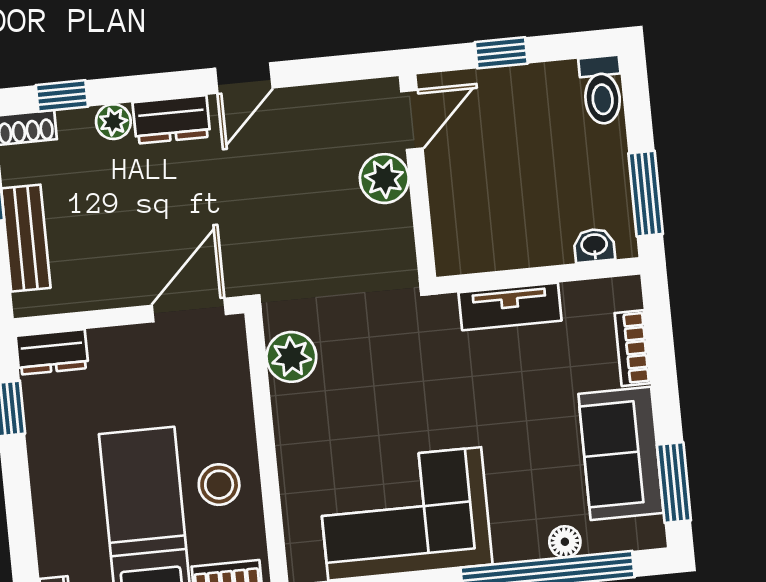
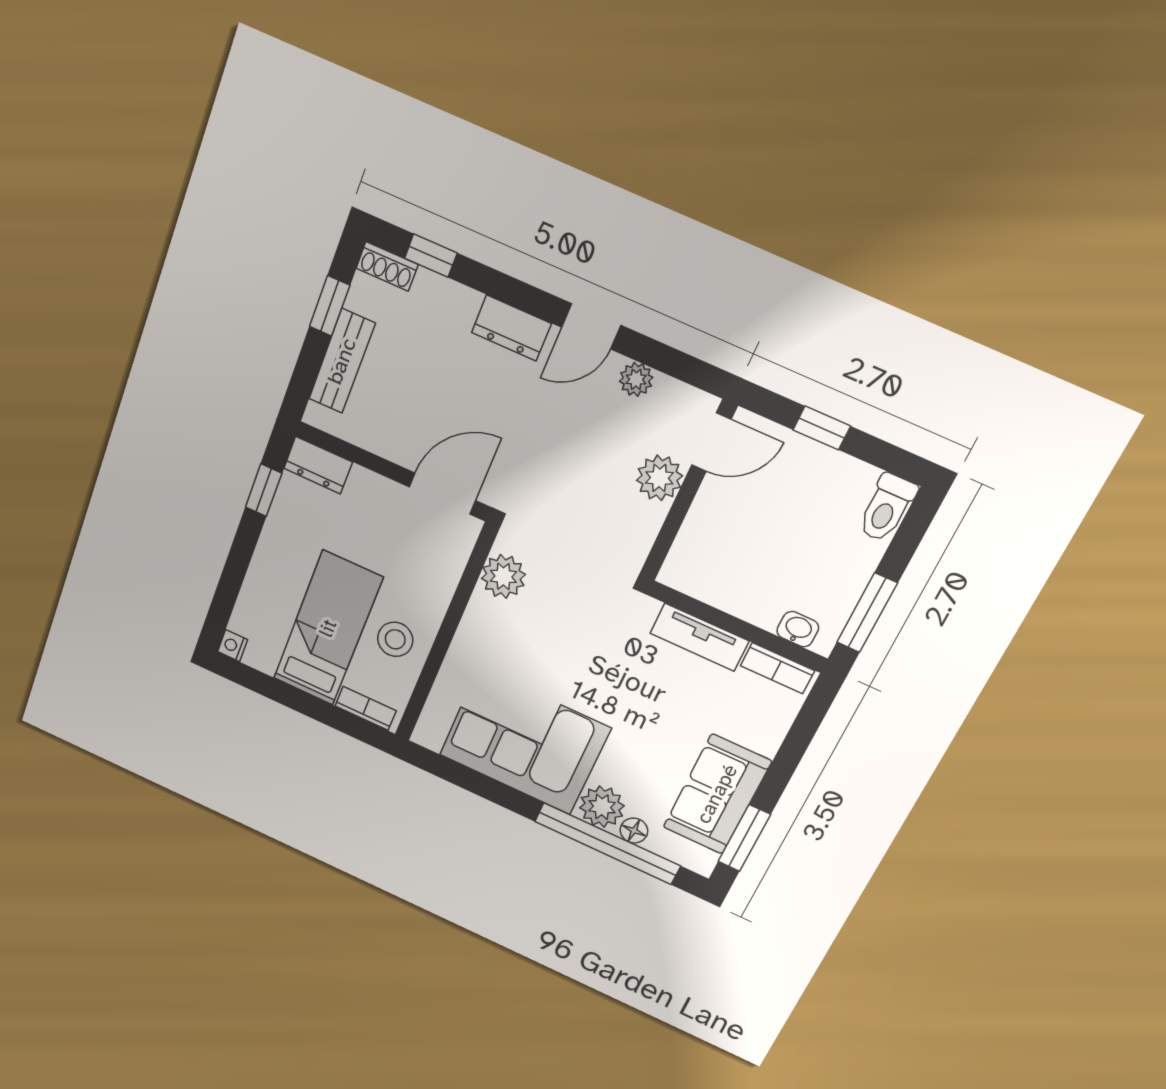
plant: (113, 122) -> (636, 379), moved
bookcase: (633, 348) -> (778, 668), moved, turned -90
plant: (519, 536) -> (602, 807), added

